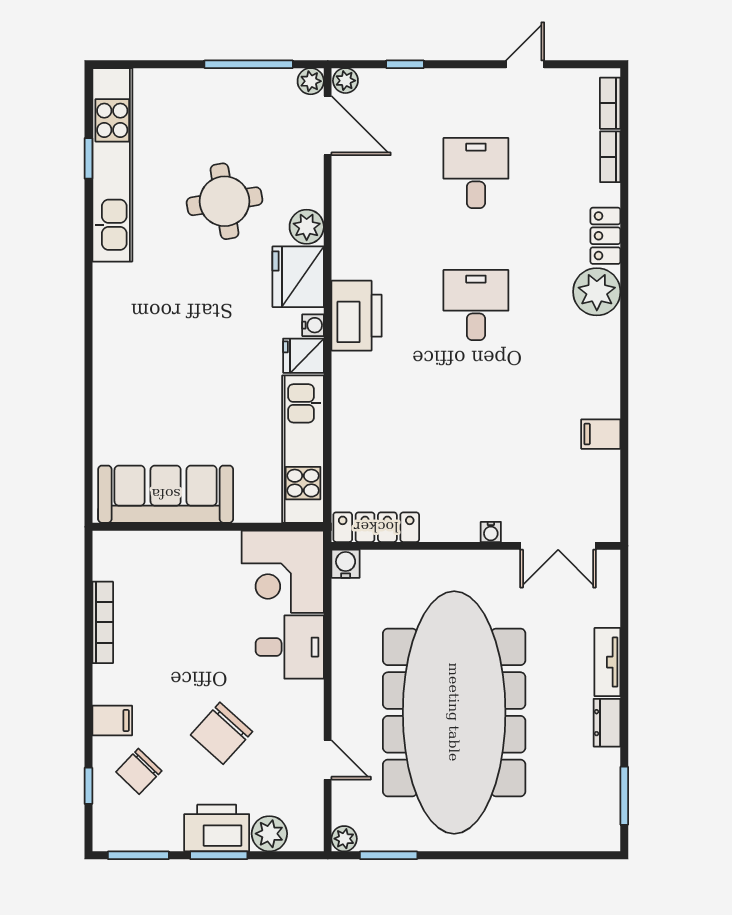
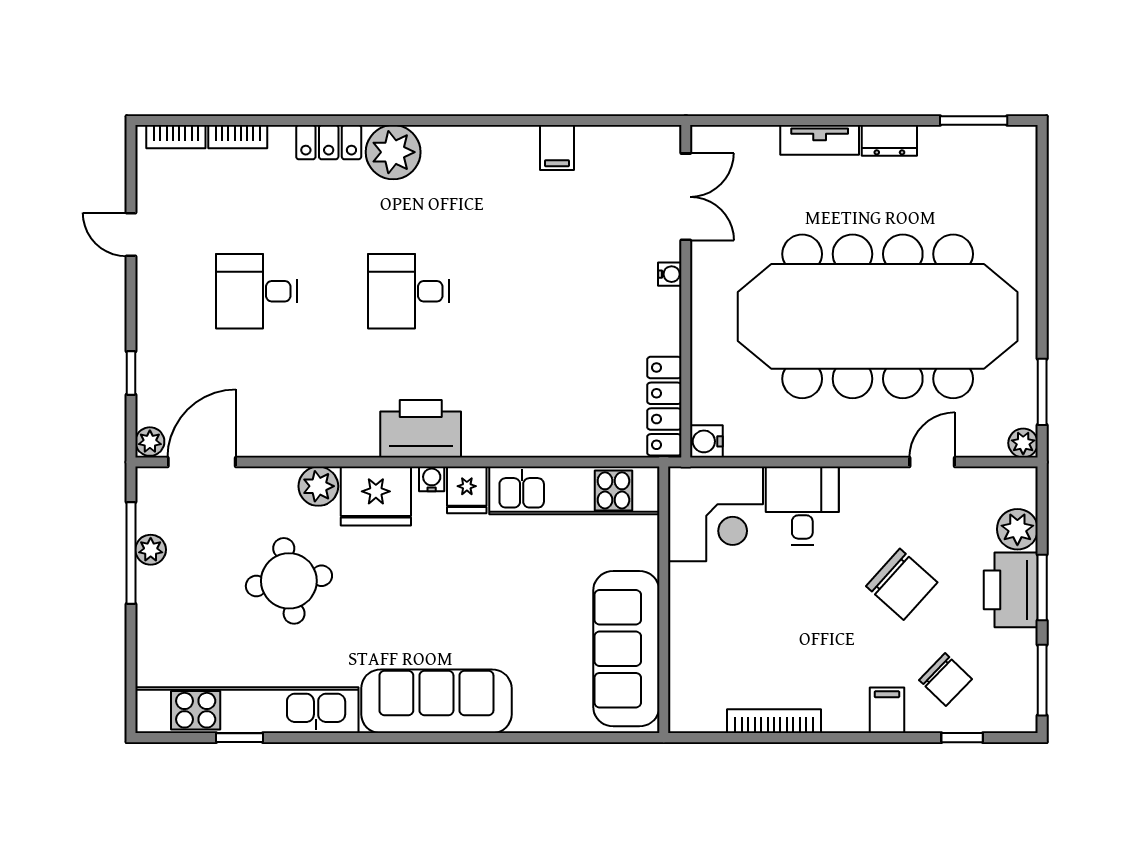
plant: (311, 81) -> (151, 550), moved
sofa: (120, 329) -> (436, 701), added

